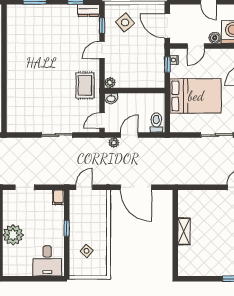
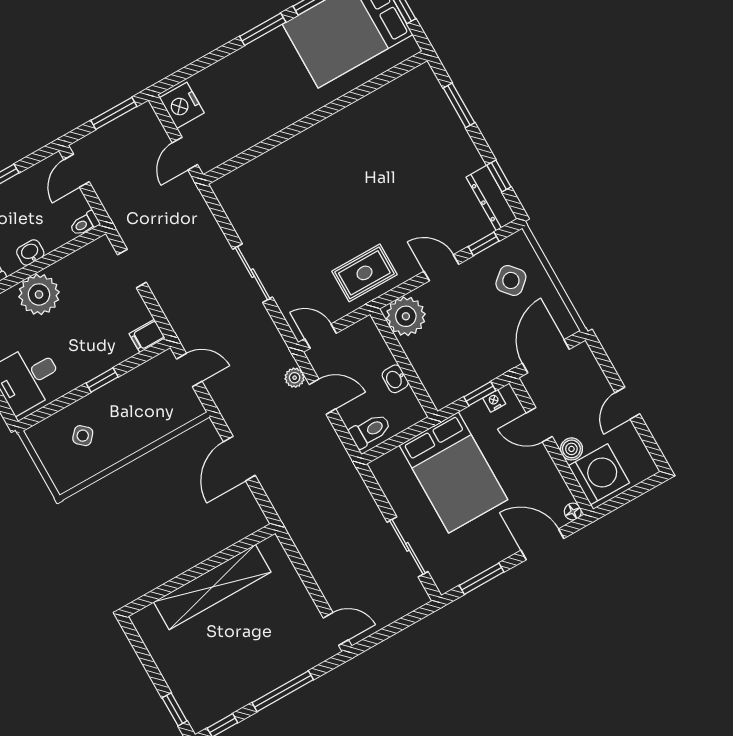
dresser: (88, 10) -> (492, 198), width x1.44
plant: (110, 83) -> (406, 316), width x1.87, depth x1.87
washbasin: (111, 98) -> (395, 379), moved
door: (136, 187) -> (239, 459), width x0.73
shelving: (184, 231) -> (212, 587), width x2.20, depth x1.33

